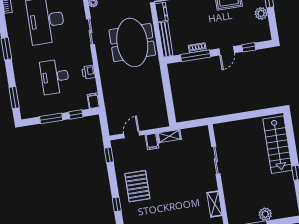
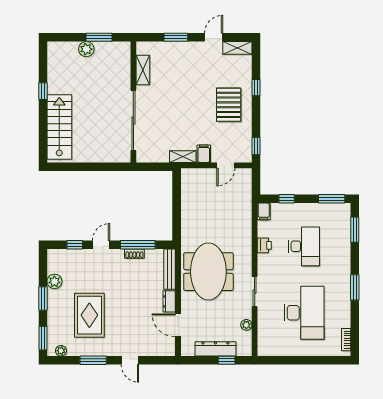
window: (51, 118) -> (332, 199), moved
sliding door: (216, 160) -> (133, 120), width x1.86

